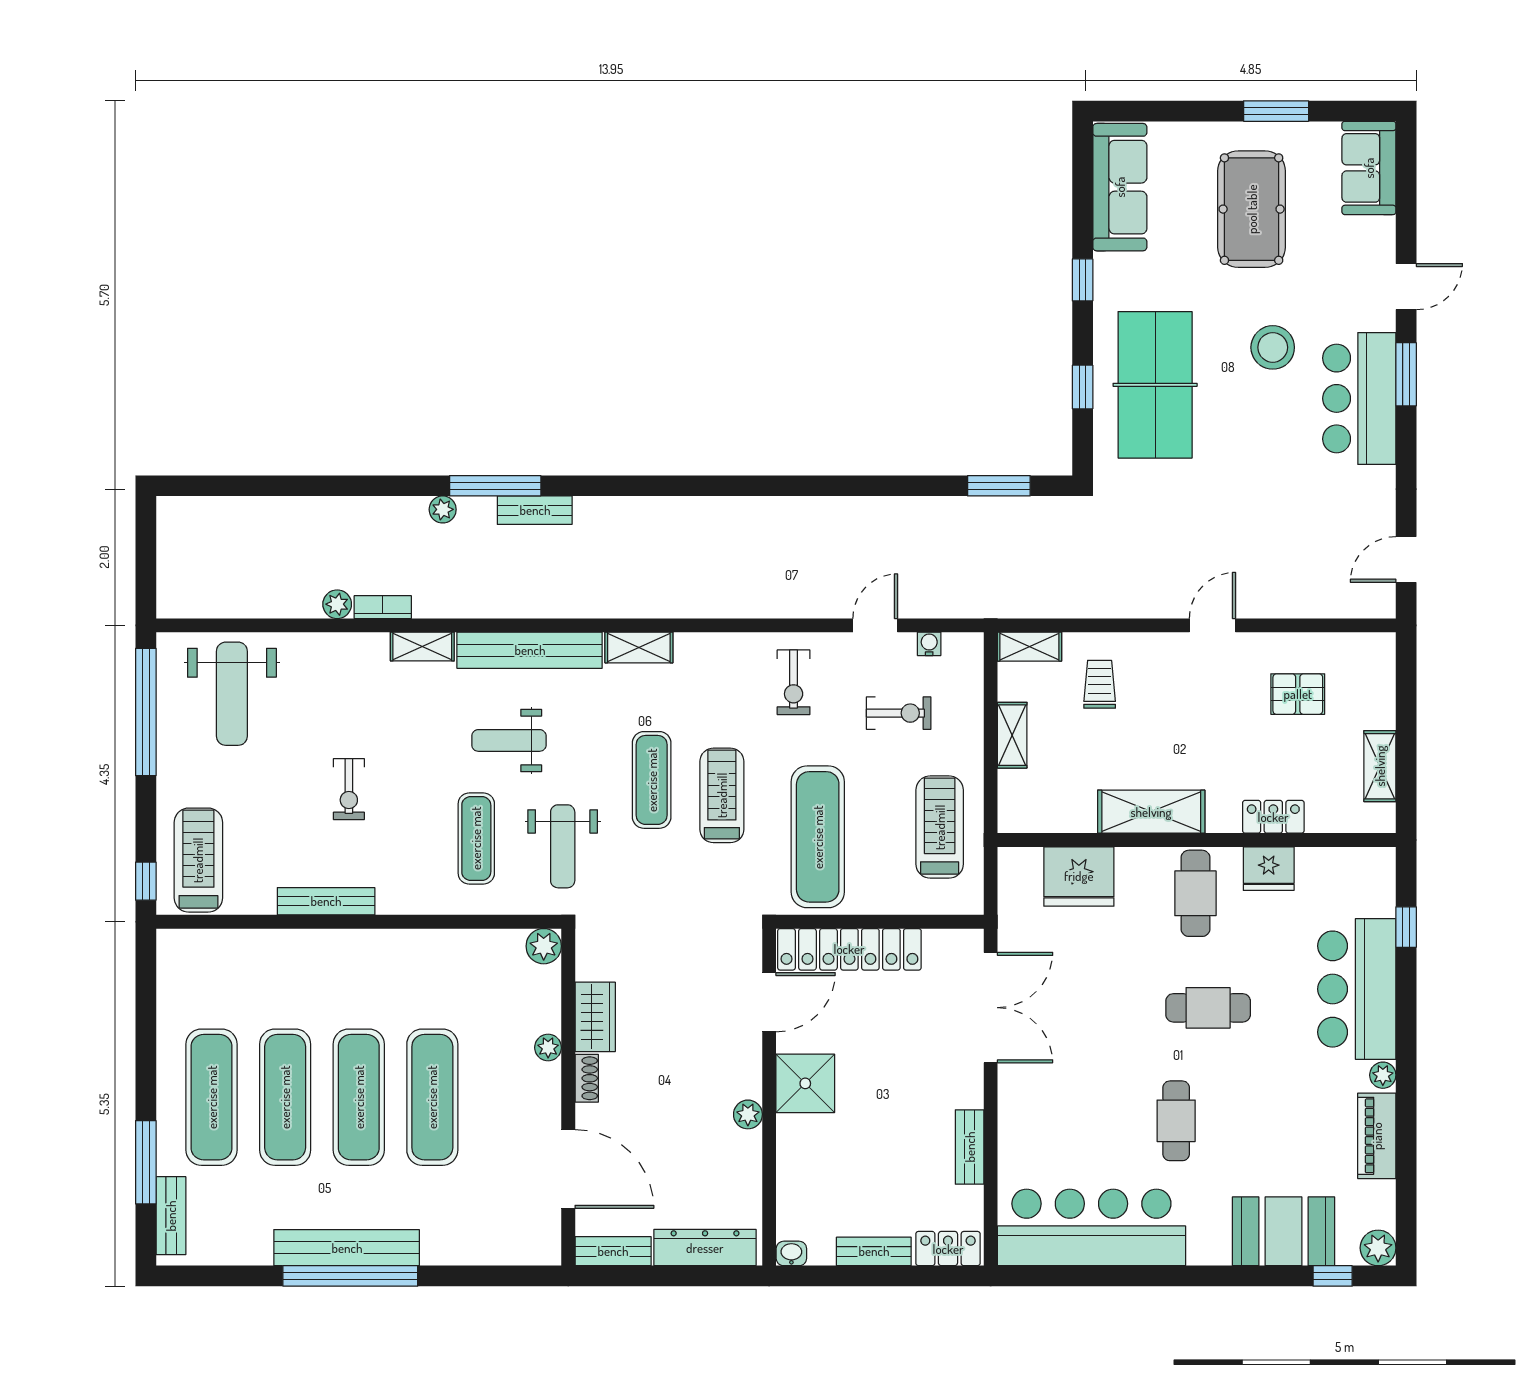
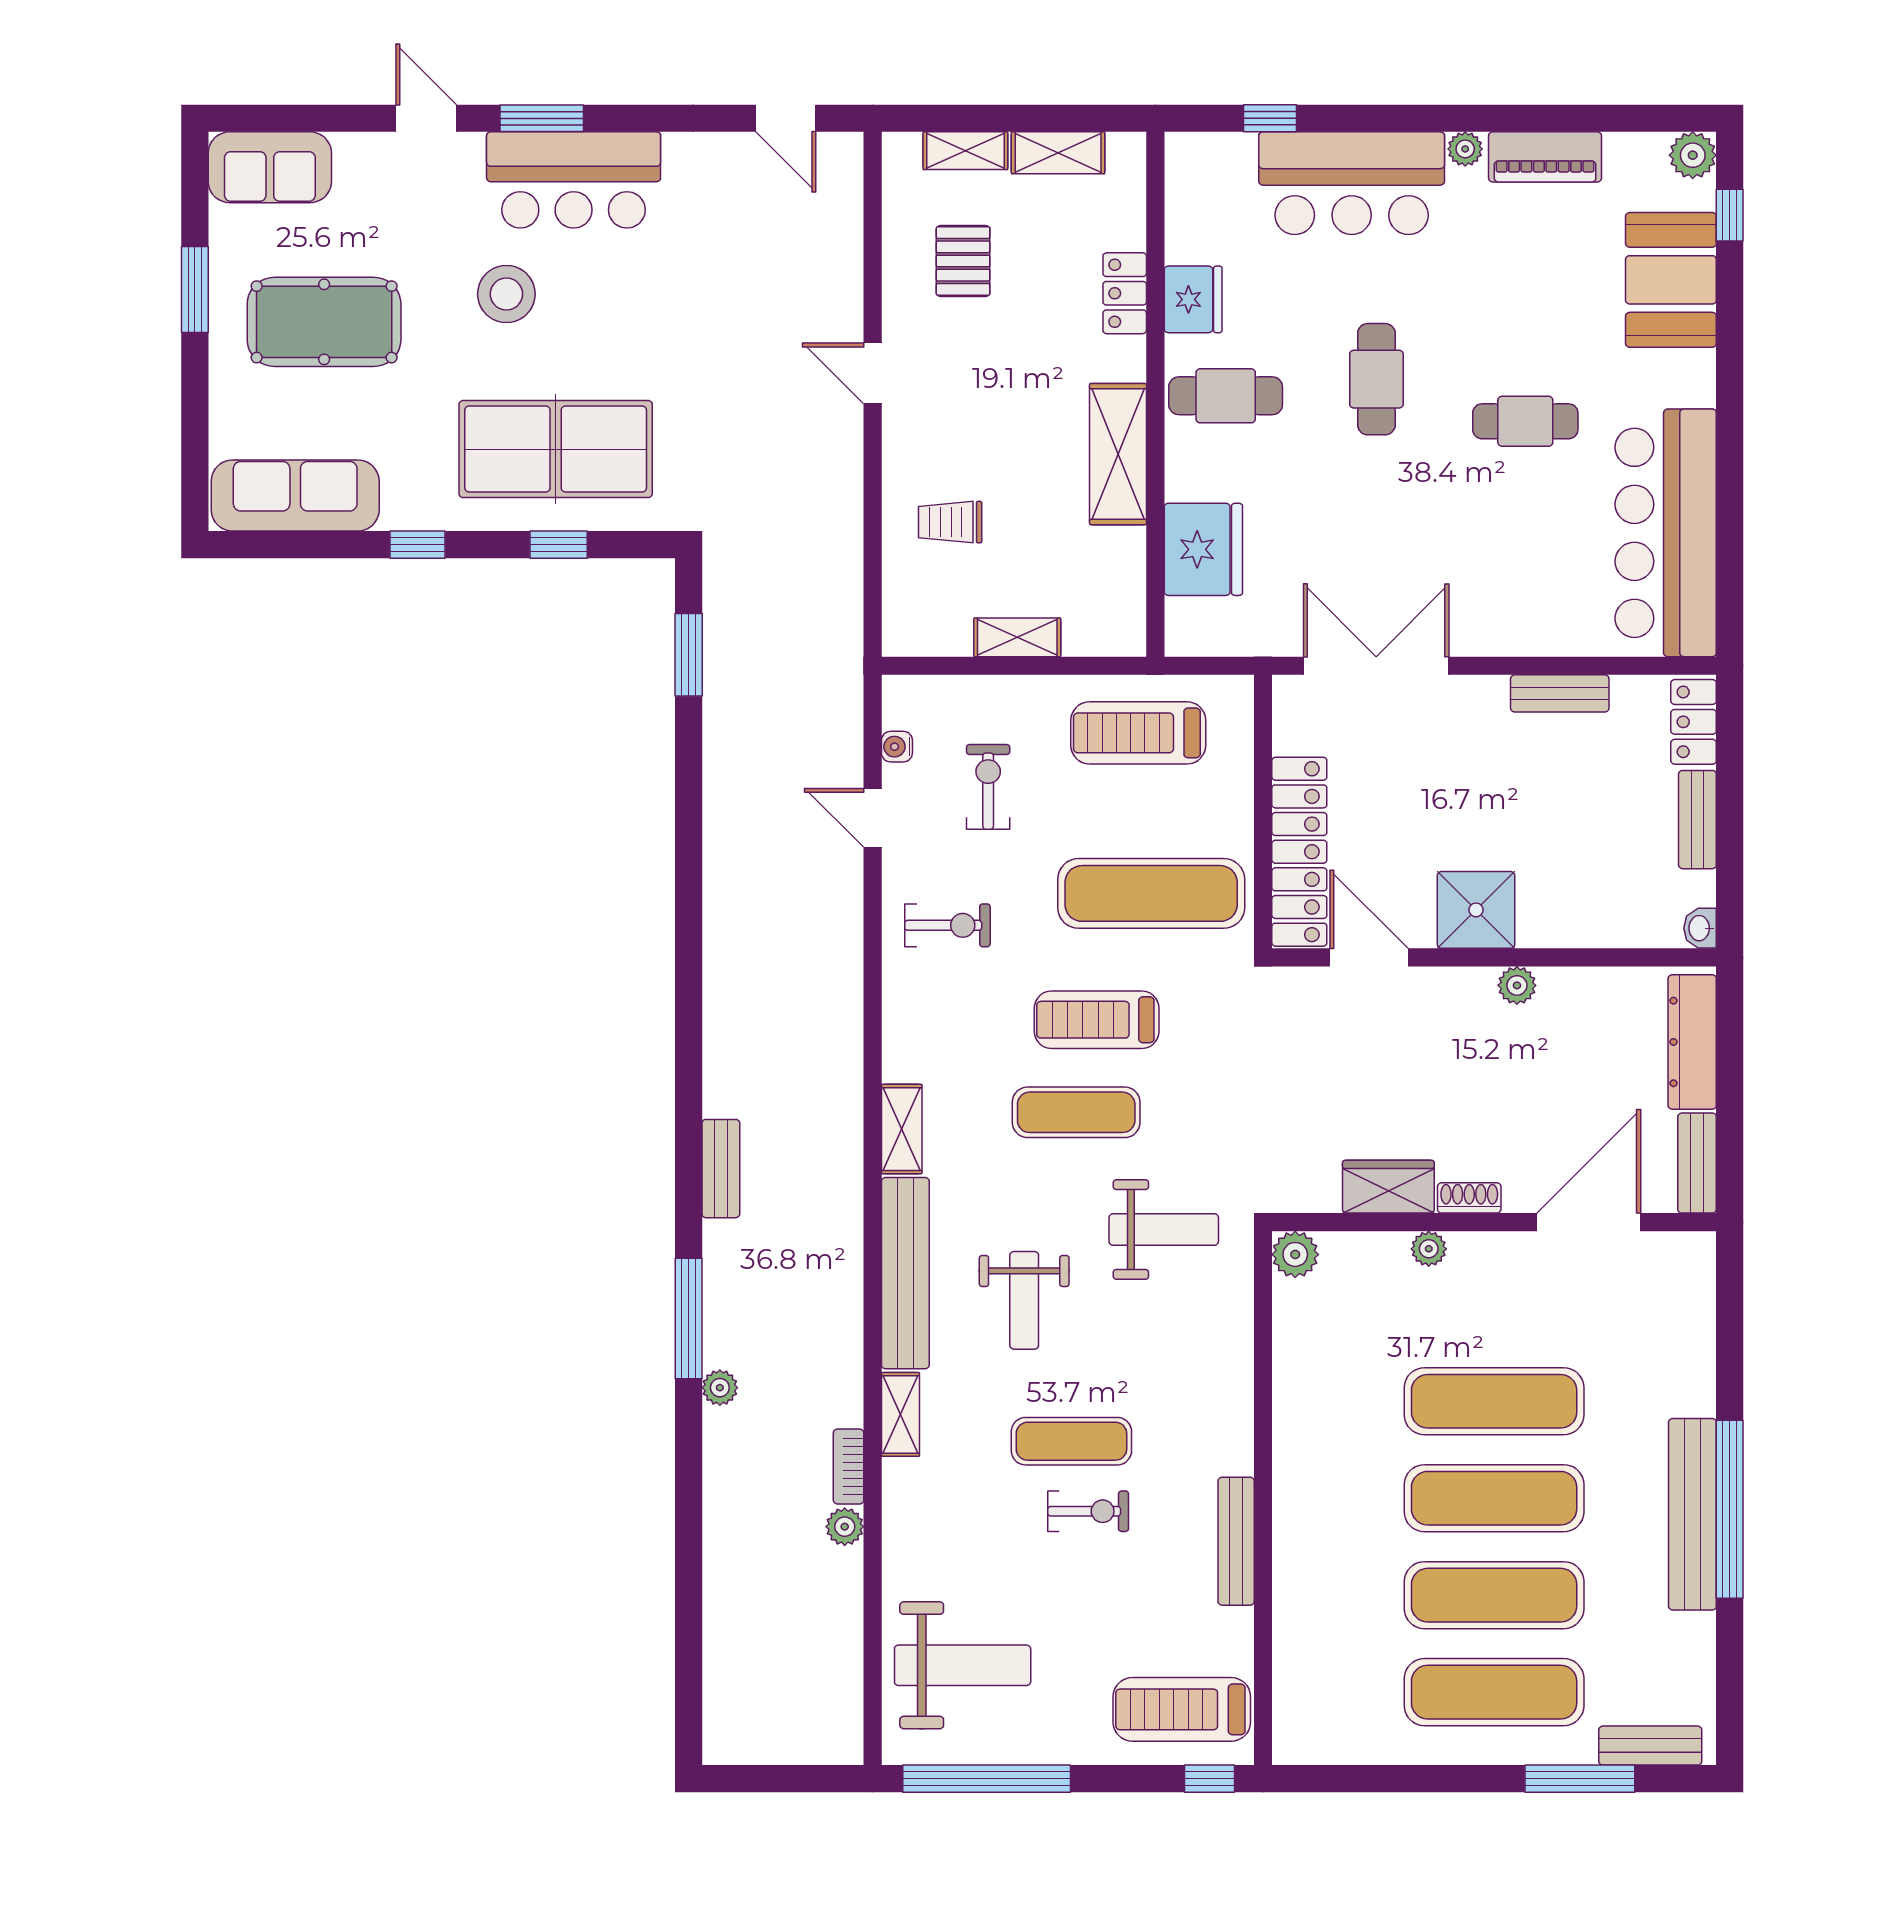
bench: (535, 510) -> (721, 1169), moved
shelving: (1029, 647) -> (965, 151), moved, turned 90
exercise mat: (476, 838) -> (1071, 1441), moved

